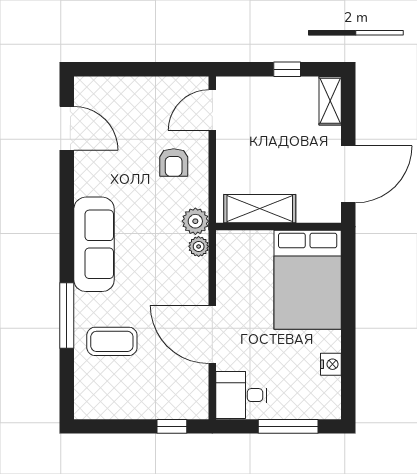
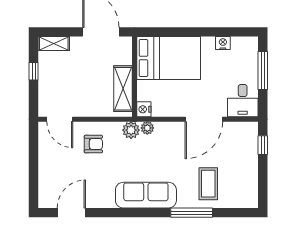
nightstand: (228, 241) -> (144, 109), added

